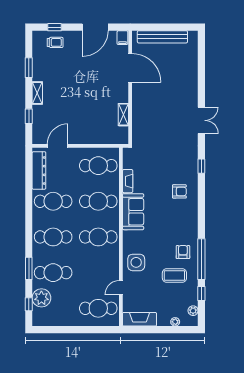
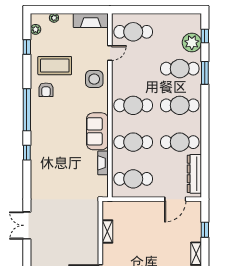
window: (201, 166) -> (27, 153), moved
armchair: (179, 191) -> (50, 152), removed
window: (201, 259) -> (27, 110), moved
coffee table: (174, 276) -> (55, 66), width x1.36, depth x1.32

